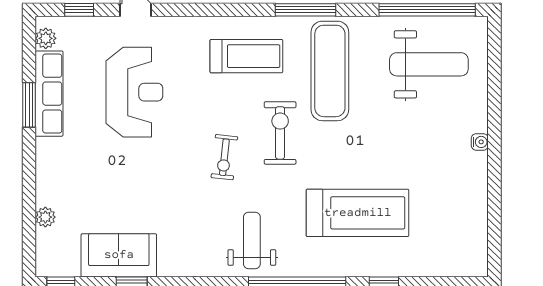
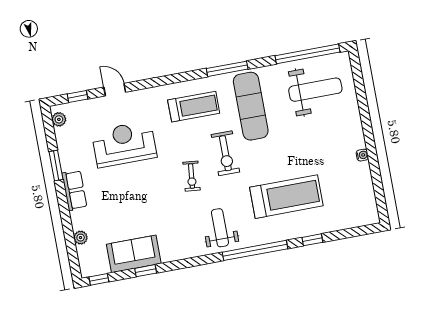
reception desk: (134, 92) -> (124, 144), turned -90
row of seats: (49, 94) -> (74, 190), moved, width x0.68
exercise bike: (280, 133) -> (225, 153), turned 180
water cooler: (480, 142) -> (362, 155), moved

